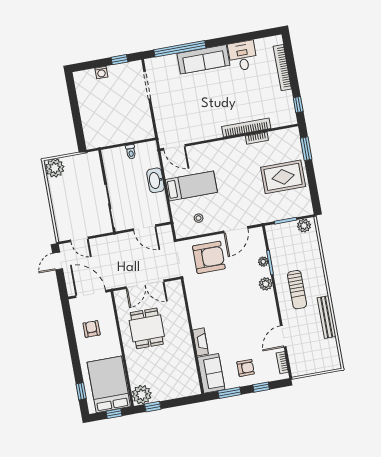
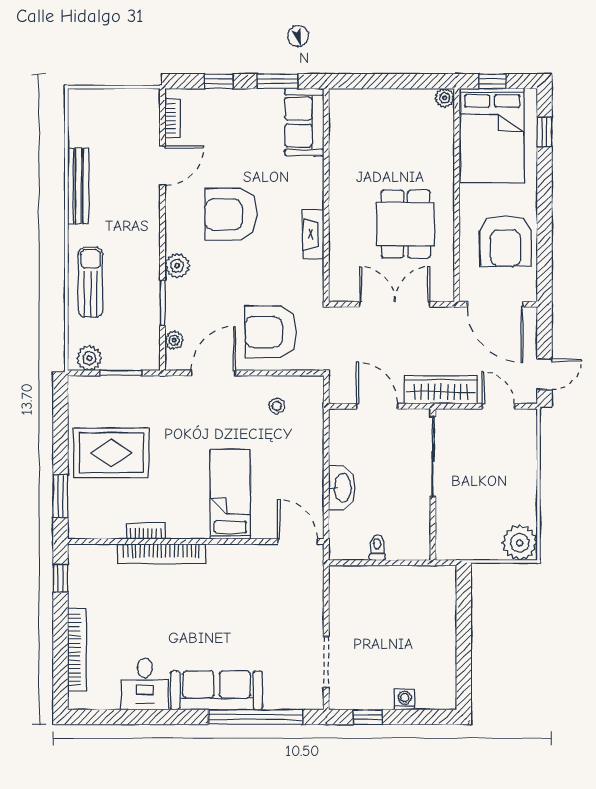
bed: (191, 186) -> (230, 494), moved, turned 90
wardrobe: (112, 243) -> (441, 390), added
plant: (263, 262) -> (174, 340), moved
sun lounger: (297, 290) -> (91, 282), moved
armchair: (92, 329) -> (505, 241), width x1.88, depth x1.88
fireplace: (201, 342) -> (313, 234), moved
armchair: (246, 368) -> (231, 214), moved, width x1.88, depth x1.88
plant: (142, 395) -> (445, 98), width x0.53, depth x0.53
window: (153, 407) -> (420, 81), removed

